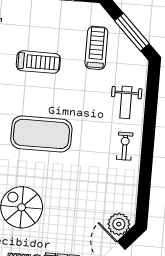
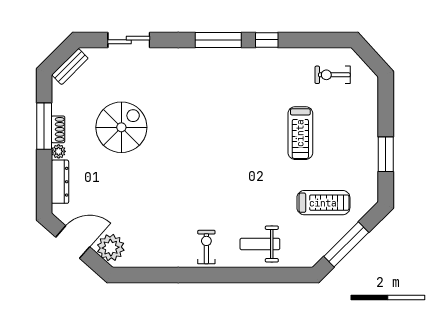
exercise mat: (41, 134) -> (213, 144), removed
exercise bike: (125, 146) -> (206, 247), turned -90

